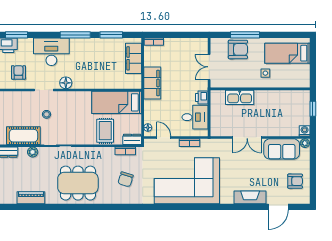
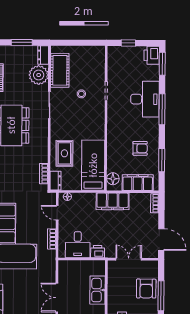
window: (75, 35) -> (162, 109), moved
door: (189, 35) -> (161, 239), added
armchair: (18, 72) -> (140, 148), moved
floor lamp: (66, 83) -> (113, 179), moved
rug: (105, 131) -> (64, 153), turned 90
door: (164, 137) -> (57, 213), swing flipped
plant: (33, 152) -> (39, 75), width x1.87, depth x1.87
chair: (126, 179) -> (15, 174), removed

